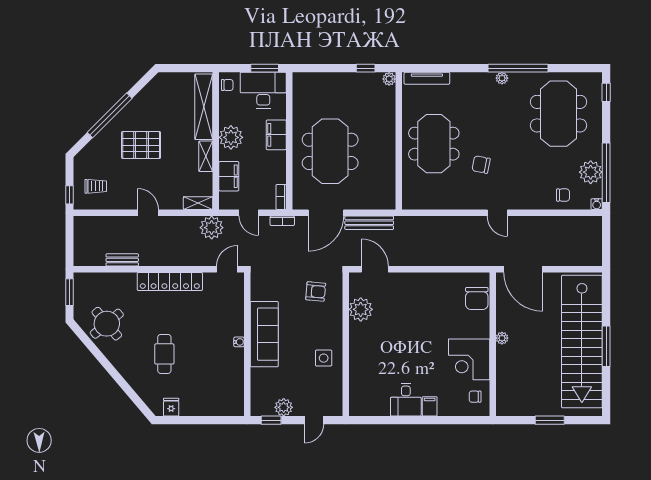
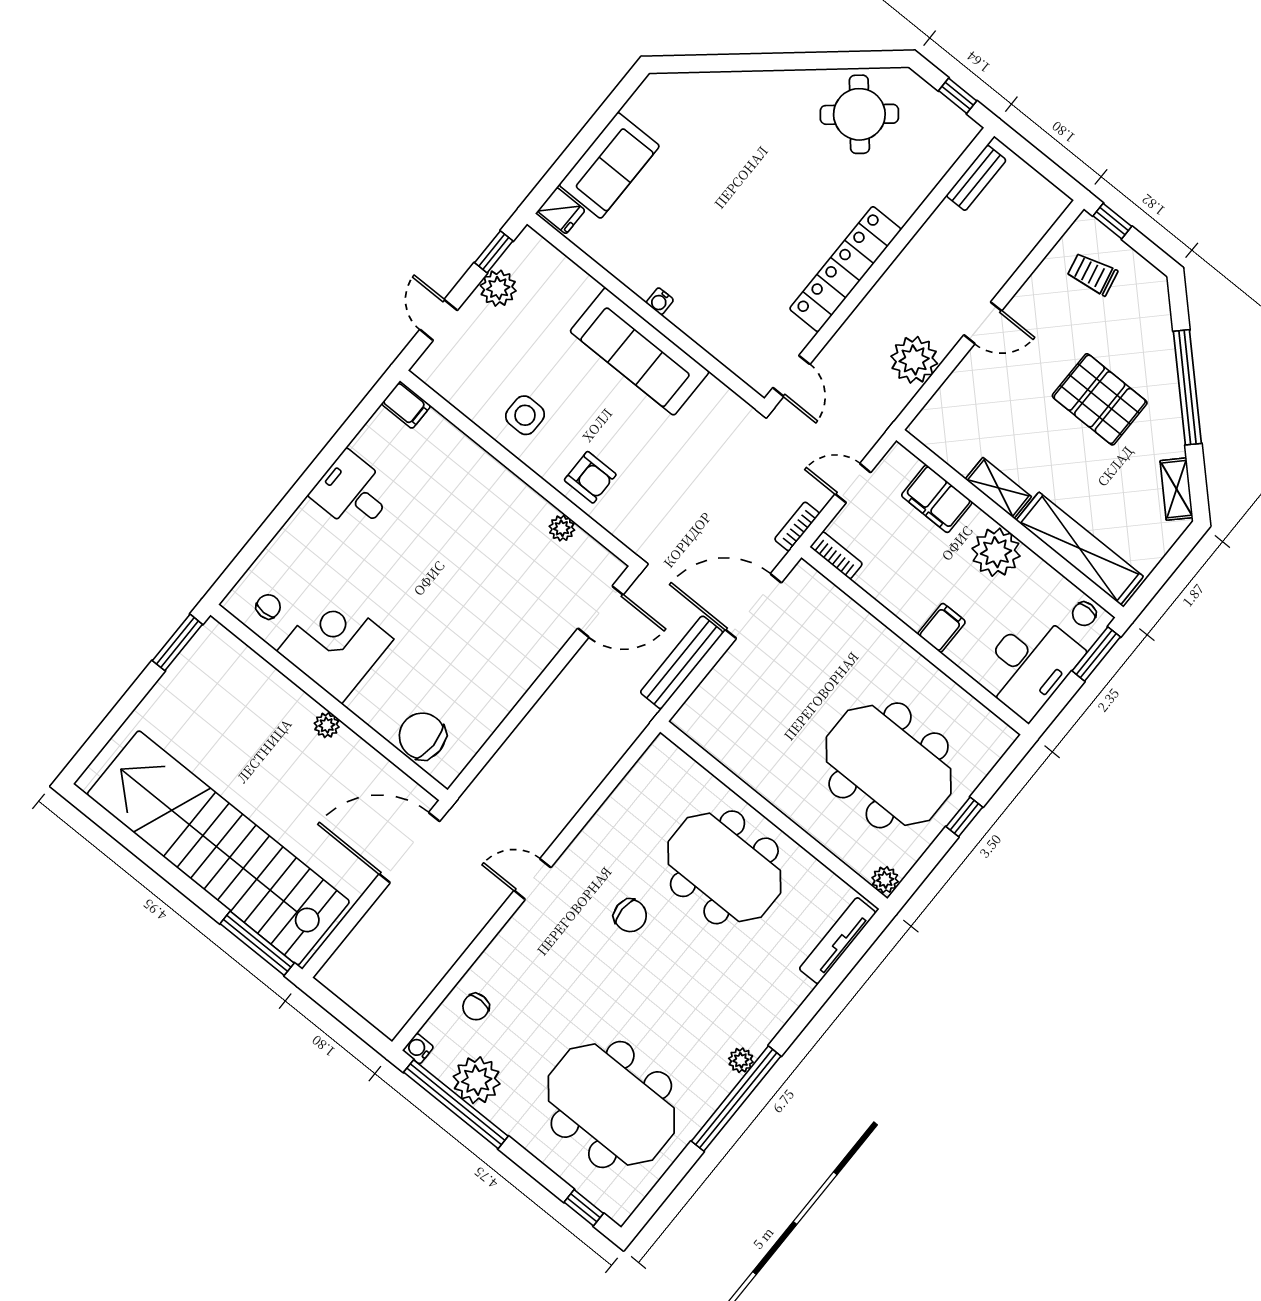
window: (265, 68) -> (1096, 654), moved
window: (366, 68) -> (964, 817), moved
filing cabinet: (276, 135) -> (942, 628), width x0.50
pallet: (141, 145) -> (1100, 399), turned 90
meeting table: (330, 151) -> (889, 765), moved
chair: (481, 165) -> (630, 916), turned 79
trolley: (96, 186) -> (1092, 274), turned 78
shelving: (198, 203) -> (1177, 489), moved, turned -45
door: (326, 213) -> (753, 606), hinge flipped
plant: (212, 228) -> (914, 360), moved
bench: (122, 260) -> (976, 178), moved
armchair: (316, 291) -> (590, 477), moved, turned -95
window: (70, 292) -> (958, 96), width x0.67
plant: (361, 309) -> (562, 528), width x0.53, depth x0.53
window: (606, 346) -> (257, 943), moved
cafe table: (164, 354) -> (737, 167), removed
sofa: (203, 403) -> (609, 165), added
filing cabinet: (430, 406) -> (406, 405), moved
fridge: (171, 407) -> (561, 211), moved
window: (550, 420) -> (177, 642), moved

